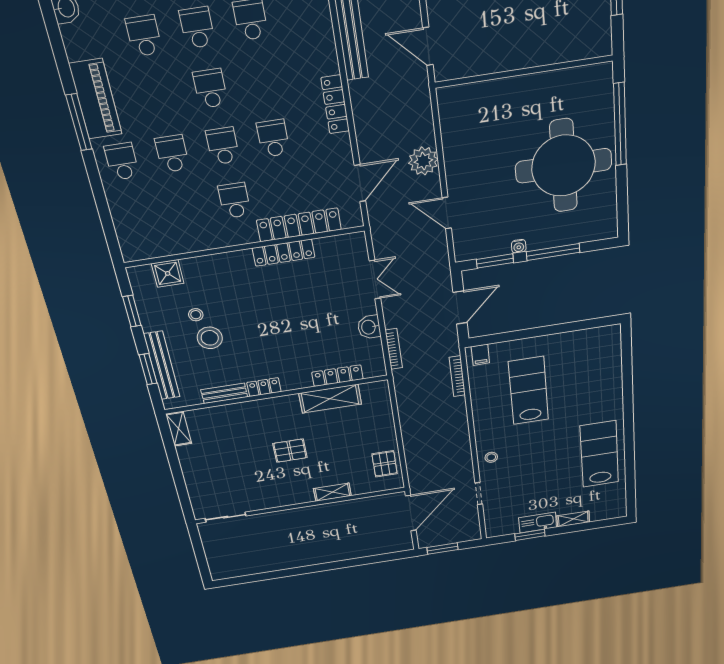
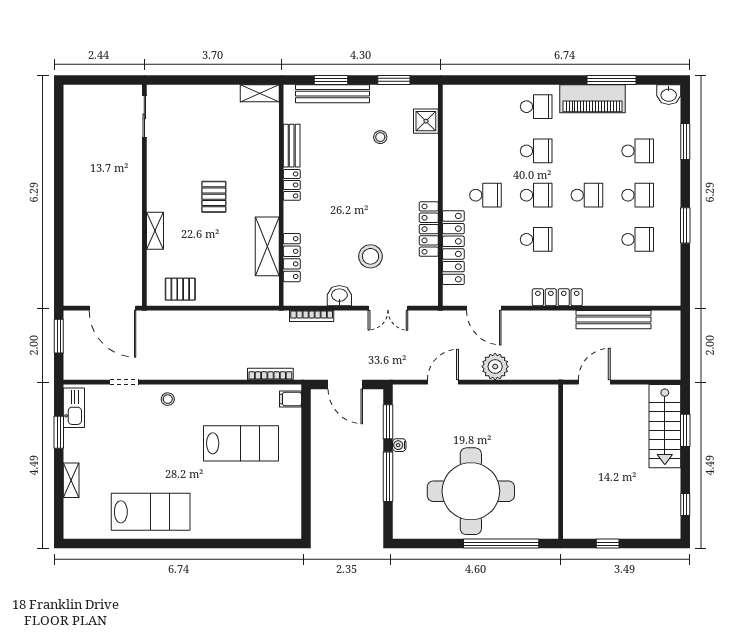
window: (79, 122) -> (611, 80), moved
stool: (210, 338) -> (370, 256), moved
kitchen sink: (538, 523) -> (74, 408), moved

